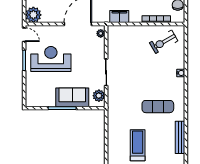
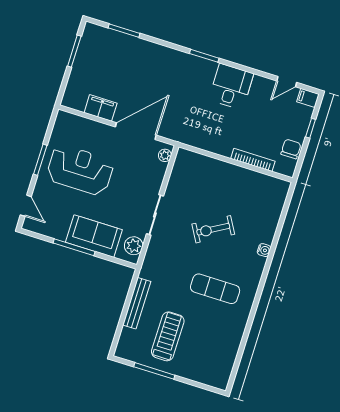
plant: (33, 15) -> (75, 97), removed
filing cabinet: (119, 16) -> (101, 108), moved
door: (24, 35) -> (26, 206), moved
exercise bike: (164, 42) -> (213, 229), moved
bench: (180, 137) -> (137, 303), moved

